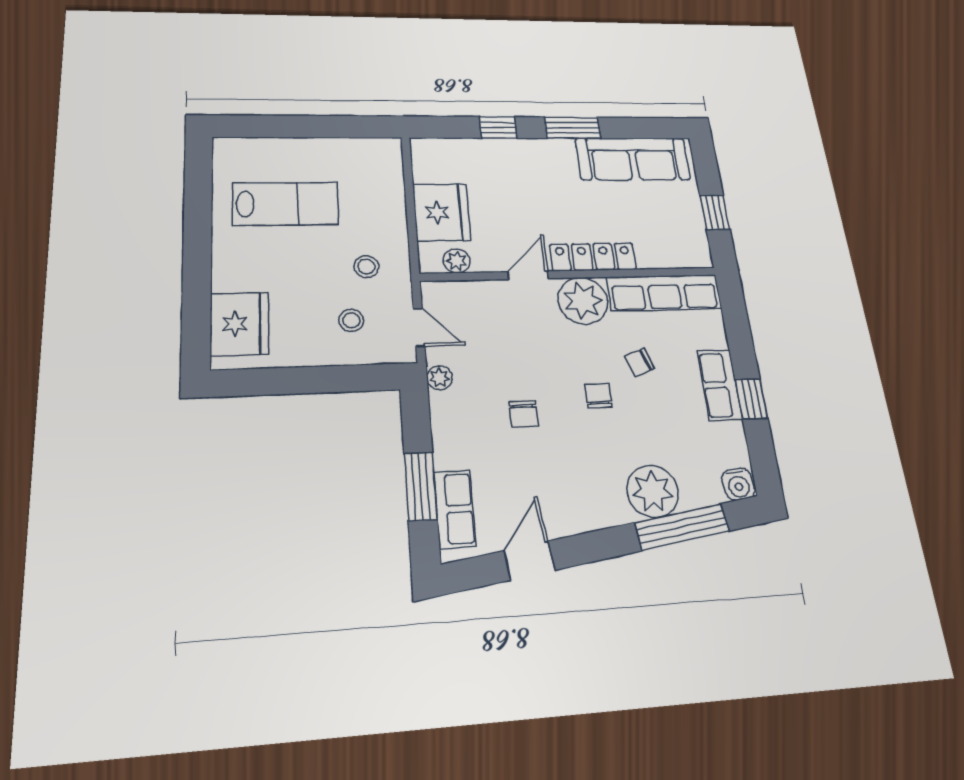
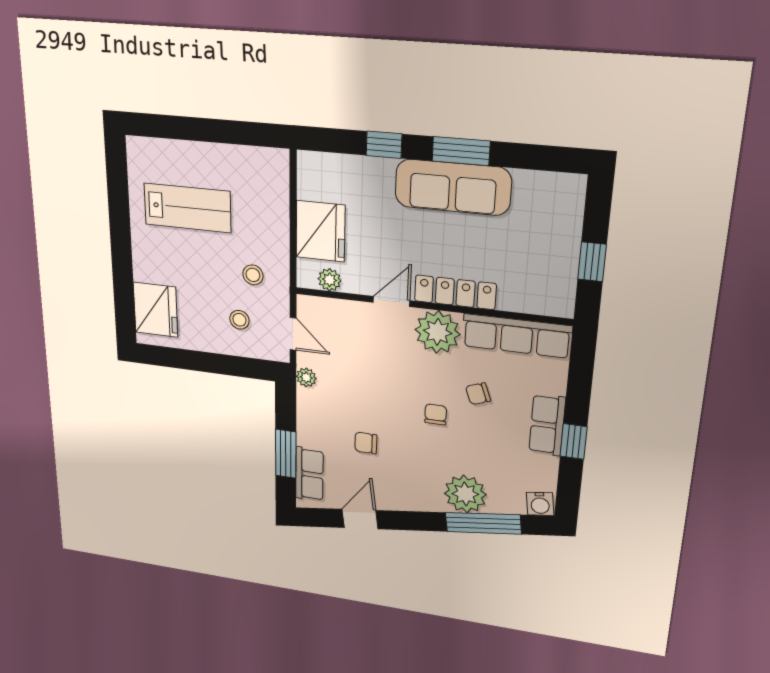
sofa: (633, 159) -> (453, 187), moved
chair: (524, 414) -> (366, 443), moved, turned 90

